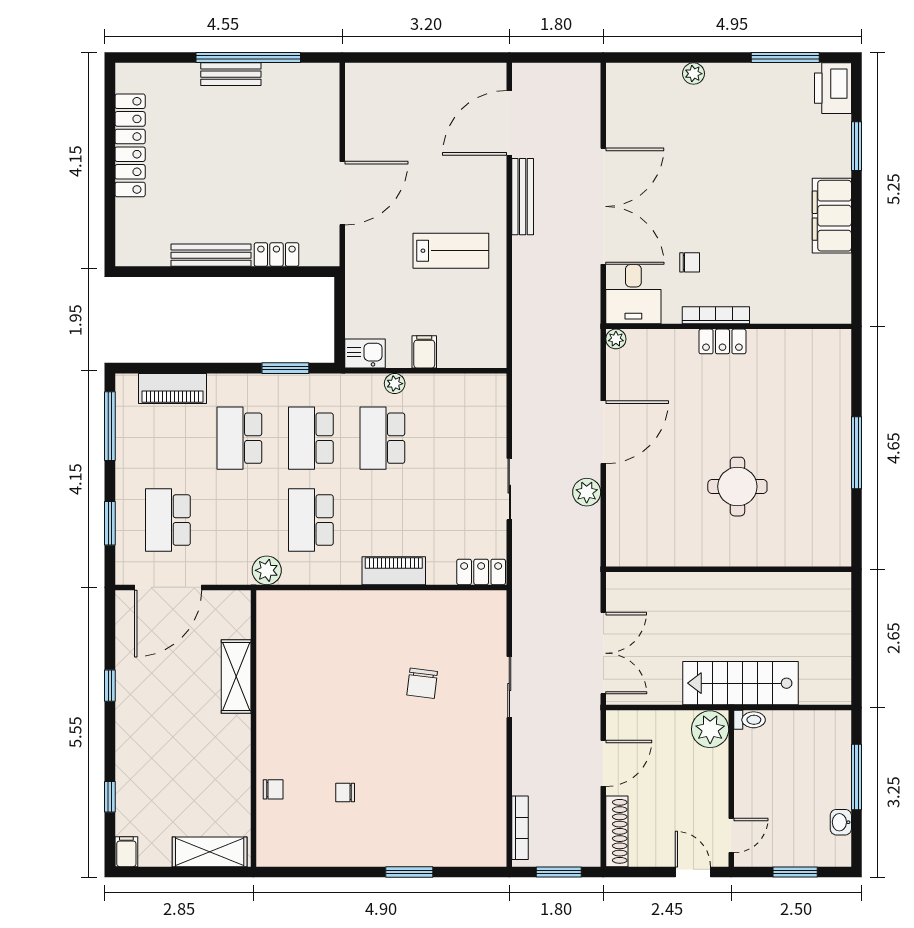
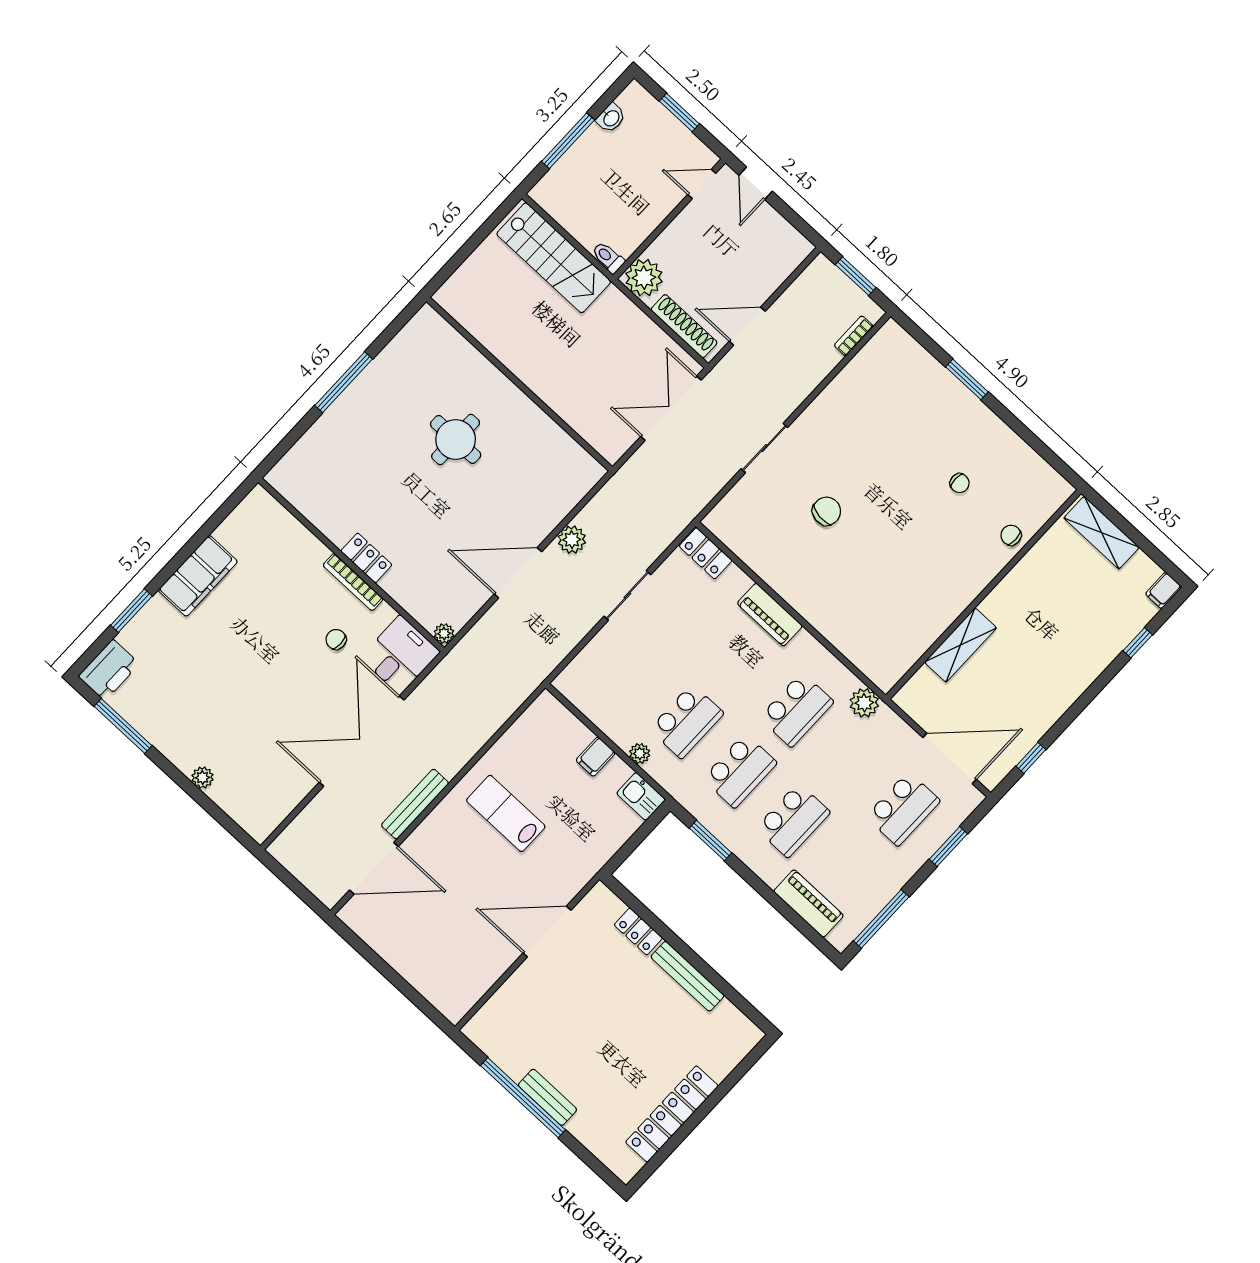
stairs: (740, 683) -> (554, 258), moved
window: (110, 686) -> (1031, 758), moved
bookcase: (520, 828) -> (854, 336), width x0.64
shoe rack: (617, 831) -> (684, 326), moved, turned 90

